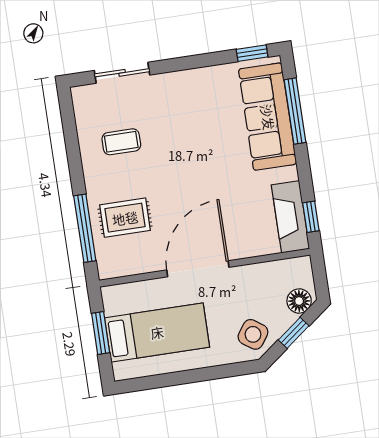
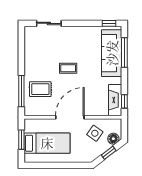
coffee table: (121, 142) -> (68, 68), moved
side table: (253, 334) -> (95, 133), moved

